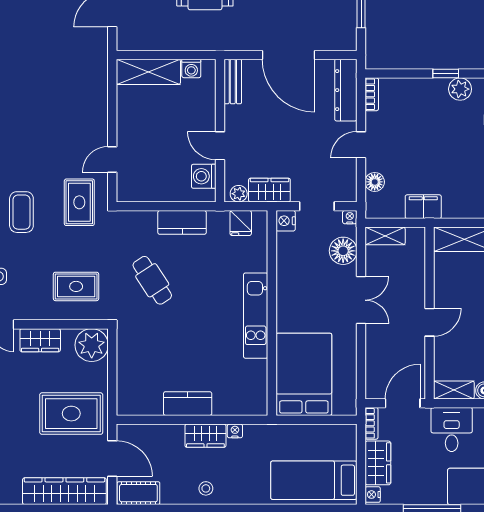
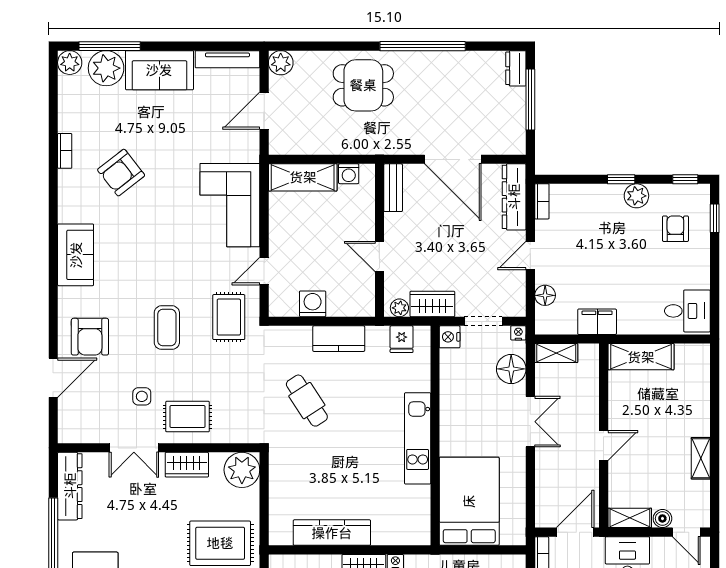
corner sofa: (80, 98) -> (230, 205), added
washing machine: (204, 176) -> (313, 304), moved, turned 90
rug: (76, 286) -> (188, 417), moved
kitchen counter: (188, 404) -> (332, 533), width x1.50

